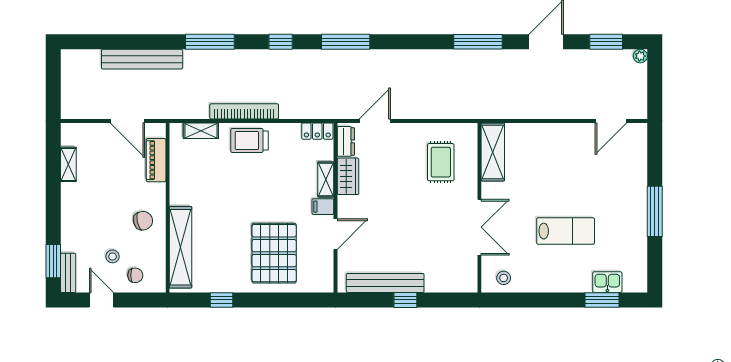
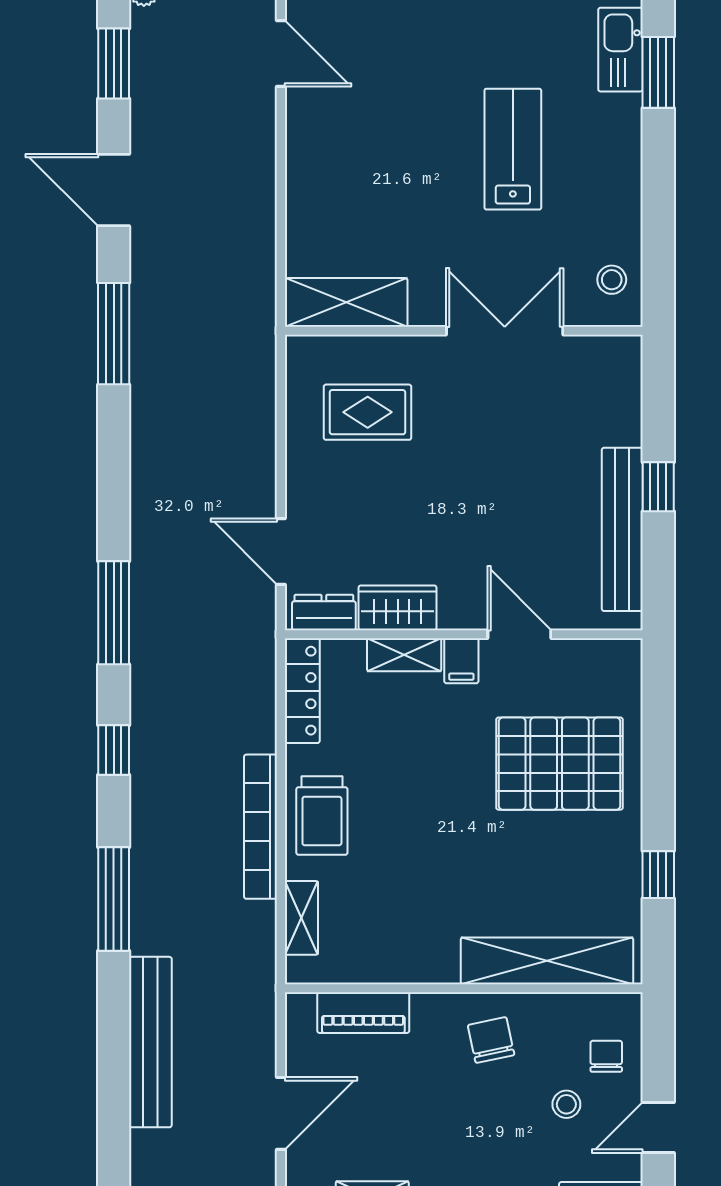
door: (127, 121) -> (281, 1113), moved
locker: (317, 131) -> (302, 691), width x1.53
kitchen sink: (607, 282) -> (621, 50), width x1.38

